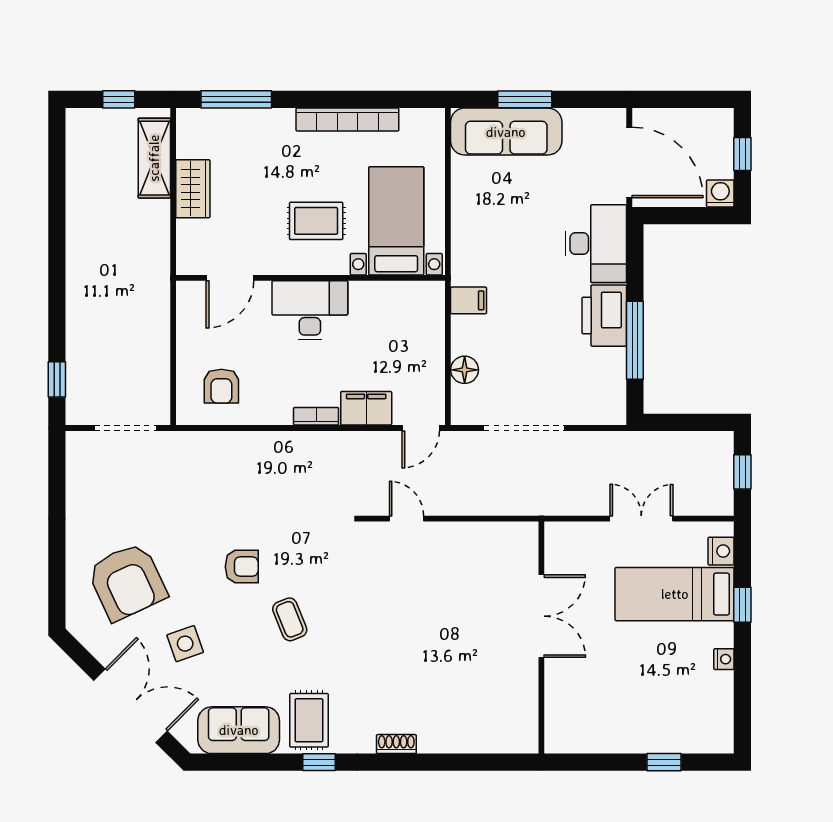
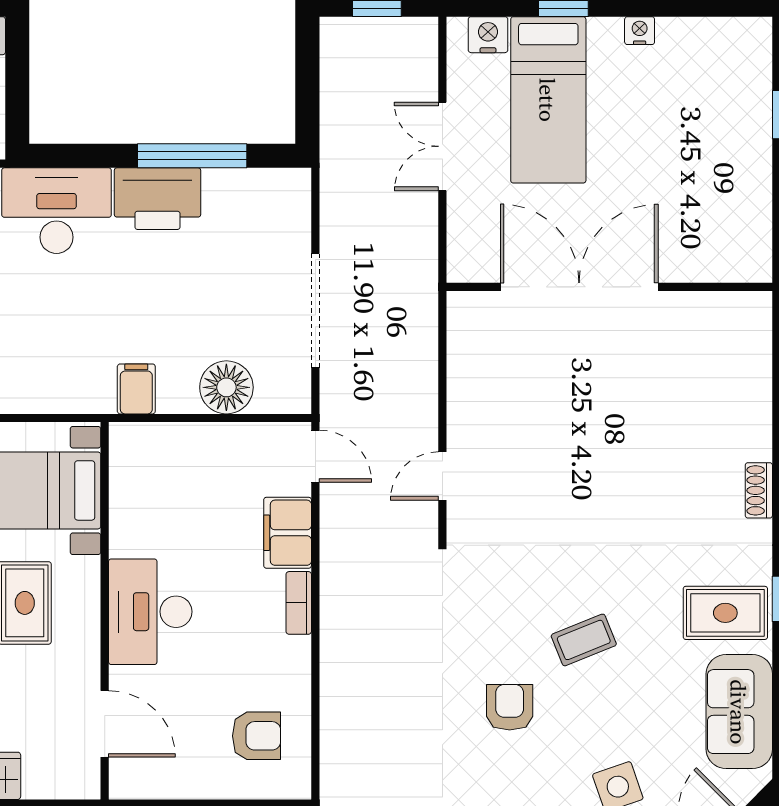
floor lamp: (465, 370) -> (226, 387), width x1.38, depth x1.38
double door: (541, 616) -> (579, 287), width x1.36

